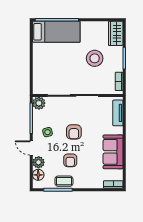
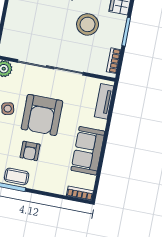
armchair: (74, 132) -> (42, 115), width x1.88, depth x1.88

